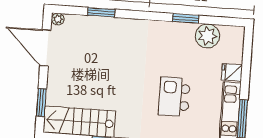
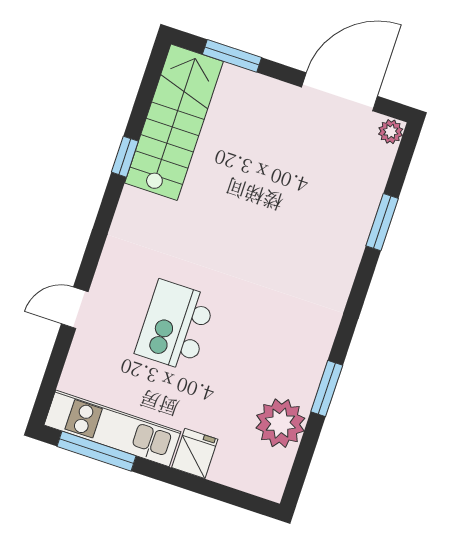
kitchen island: (174, 97) -> (175, 325), turned -90

